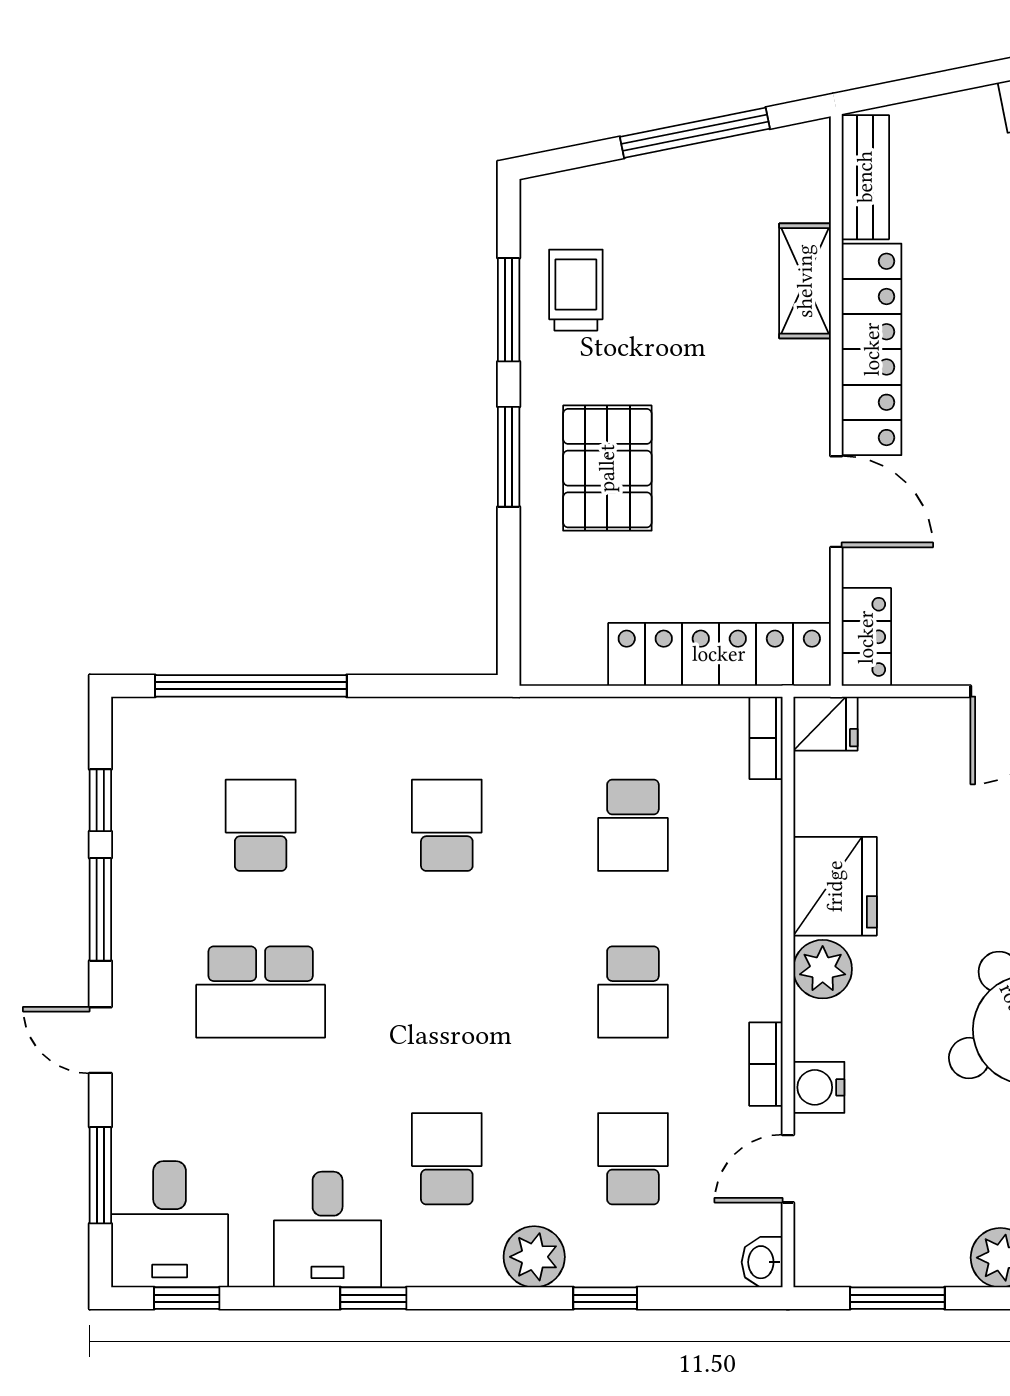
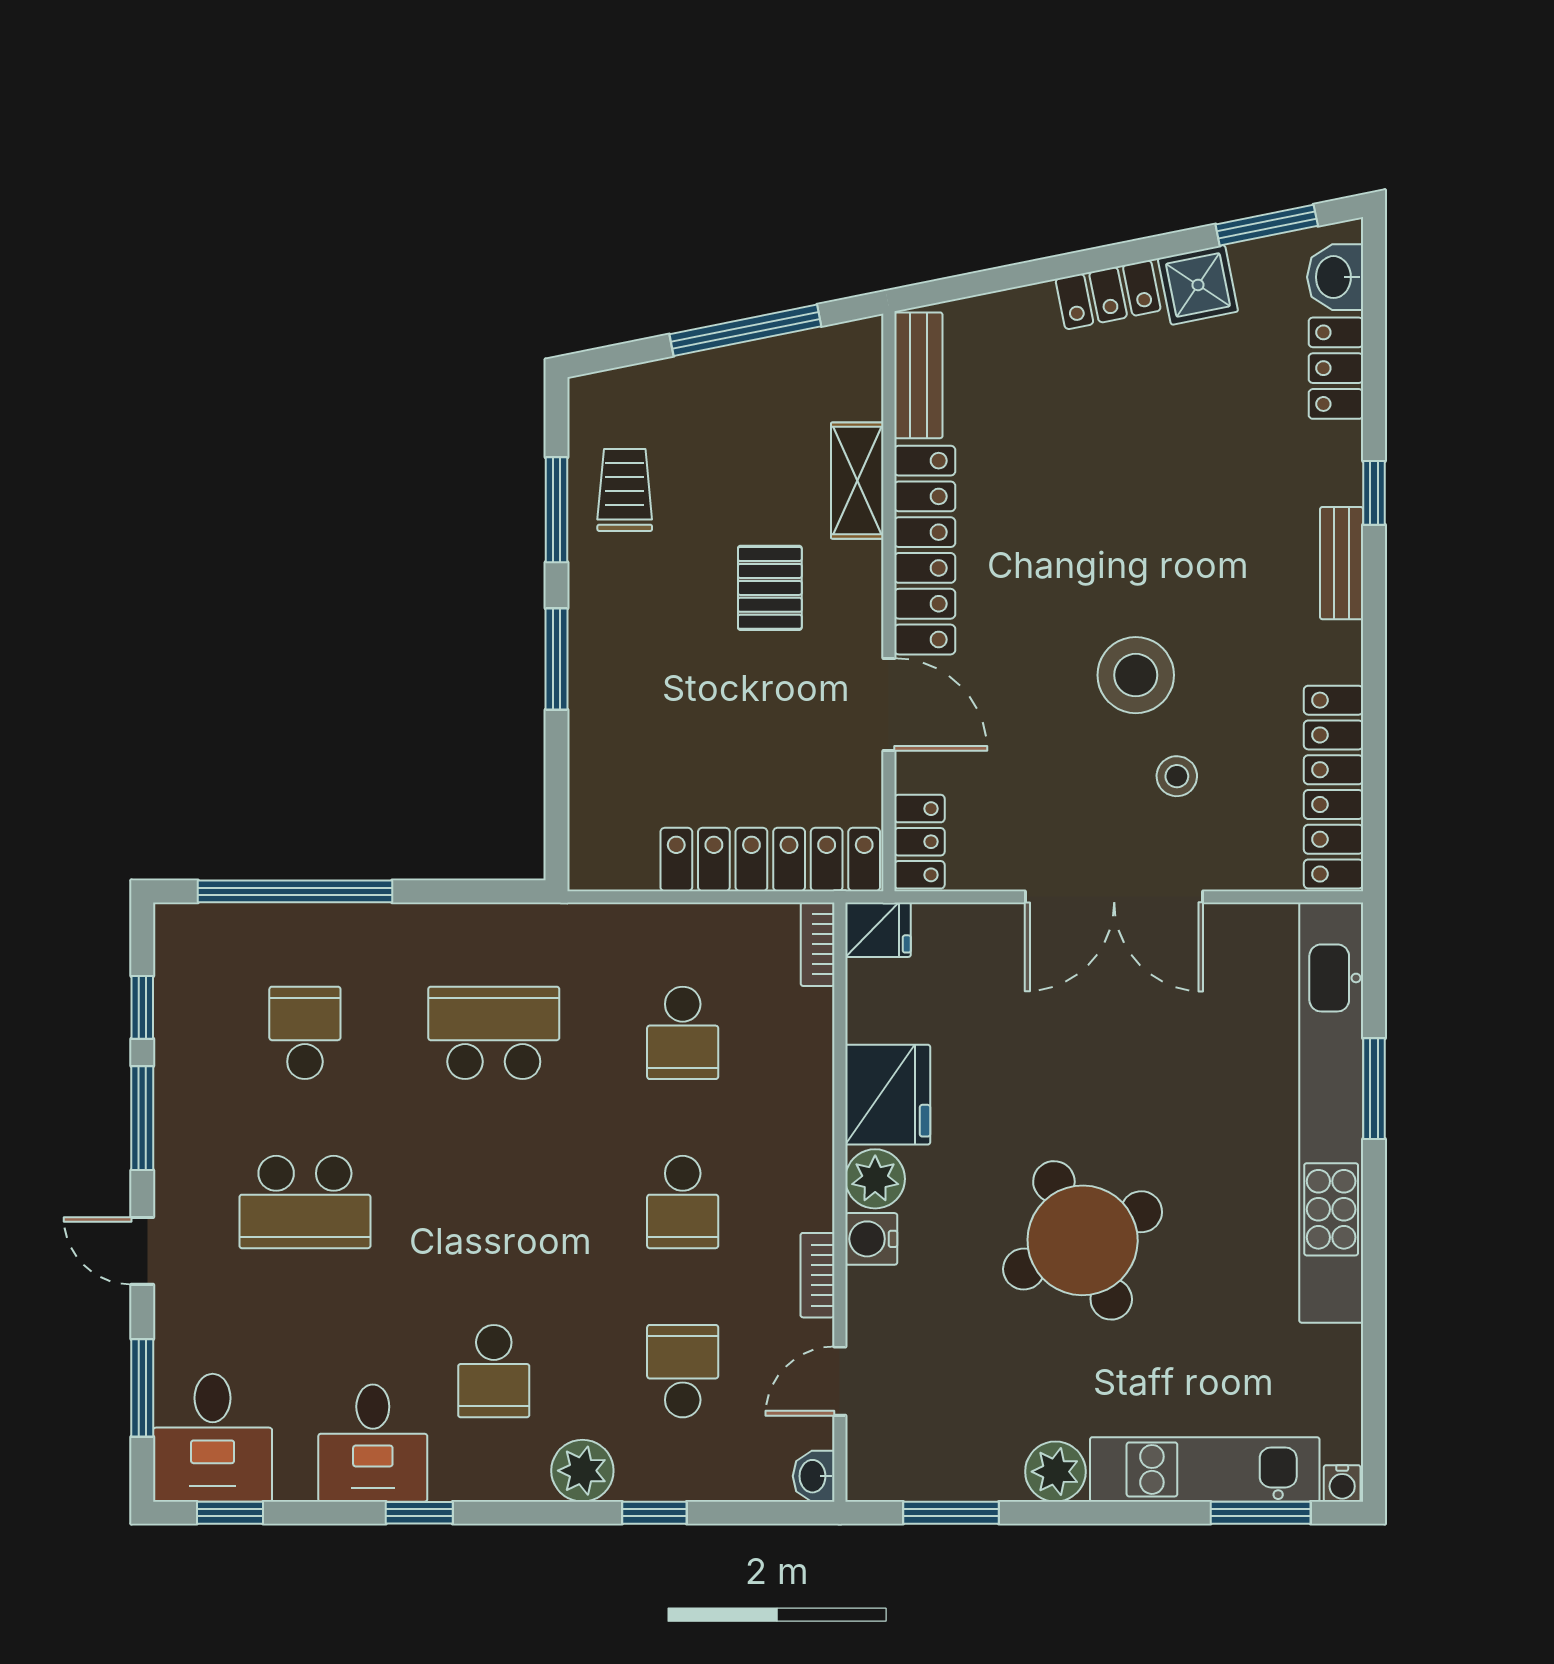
pallet: (607, 468) -> (770, 588), moved, width x0.67, depth x0.71
school desk: (447, 825) -> (494, 1033), width x1.85
water cooler: (819, 1087) -> (871, 1239), moved
school desk: (447, 1159) -> (494, 1371), turned 180

